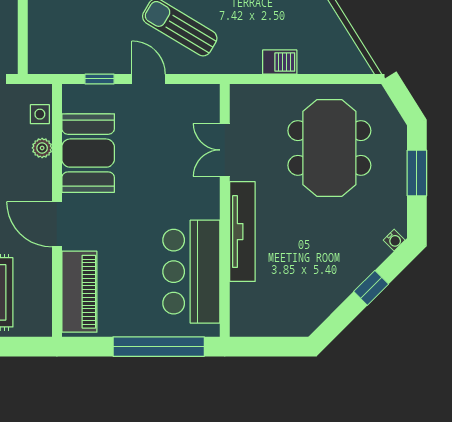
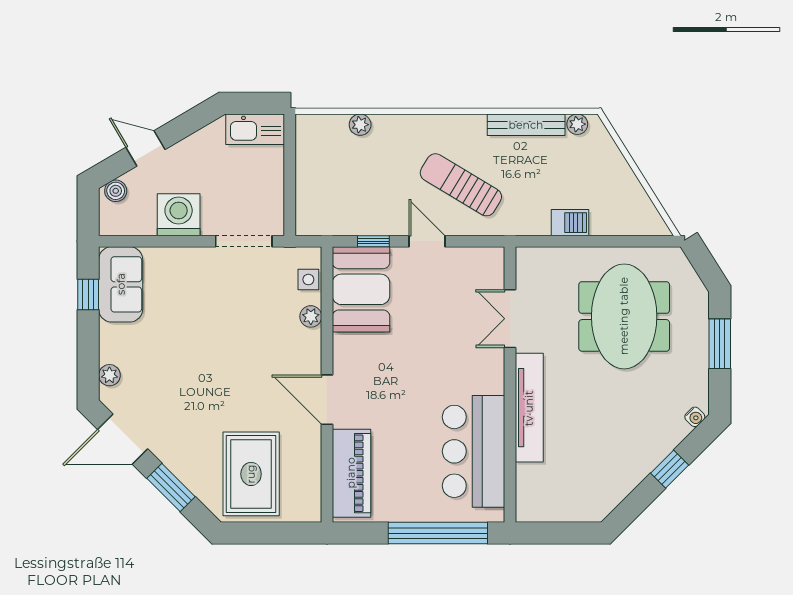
booth: (88, 153) -> (361, 289), moved

